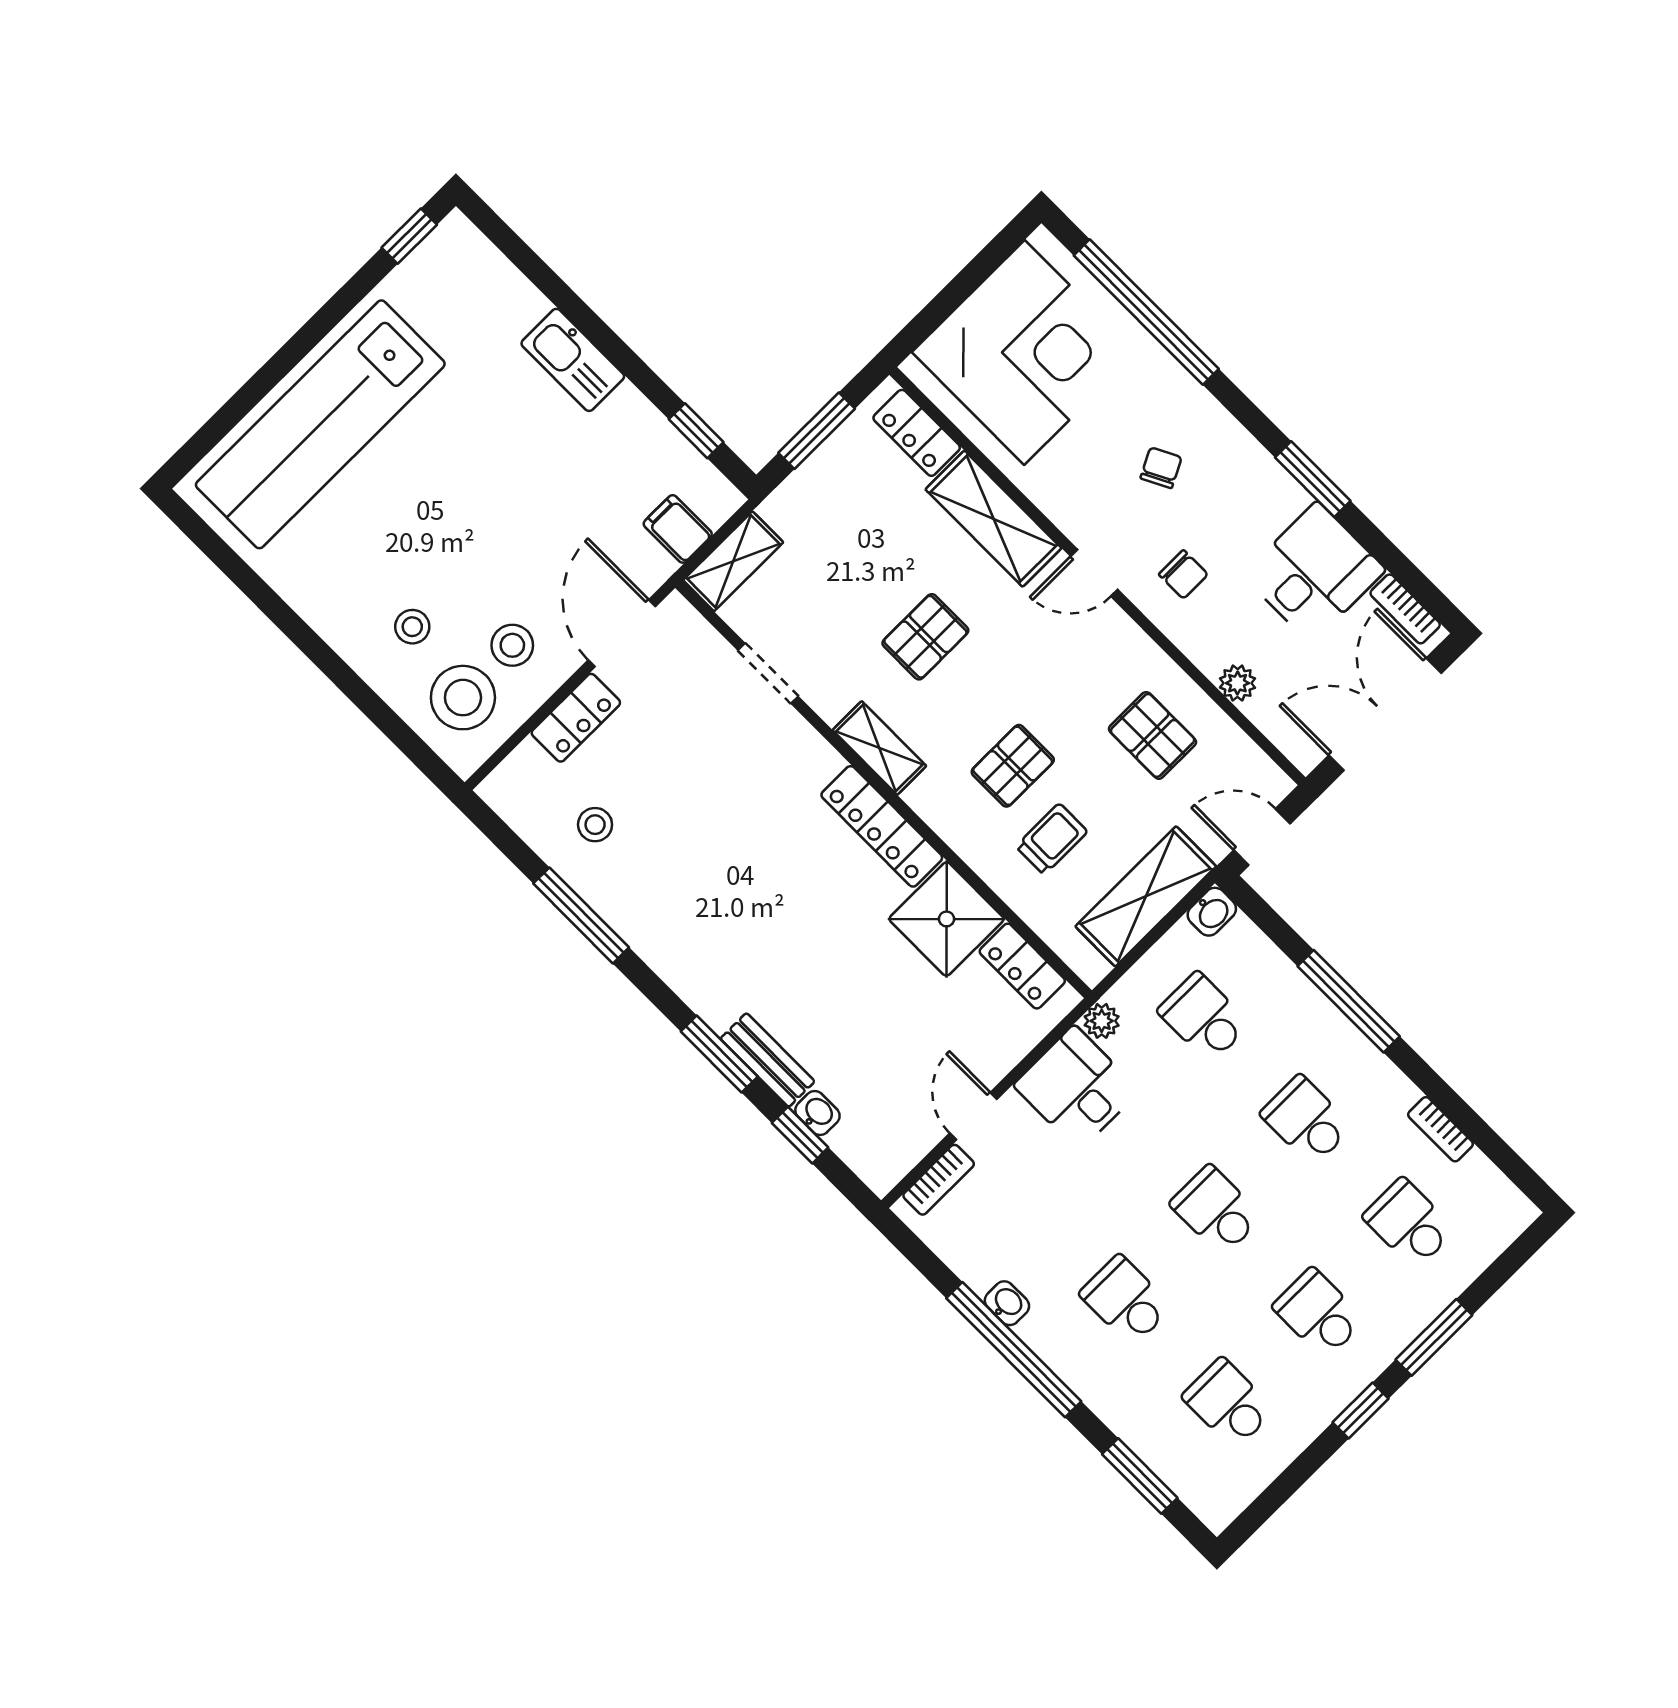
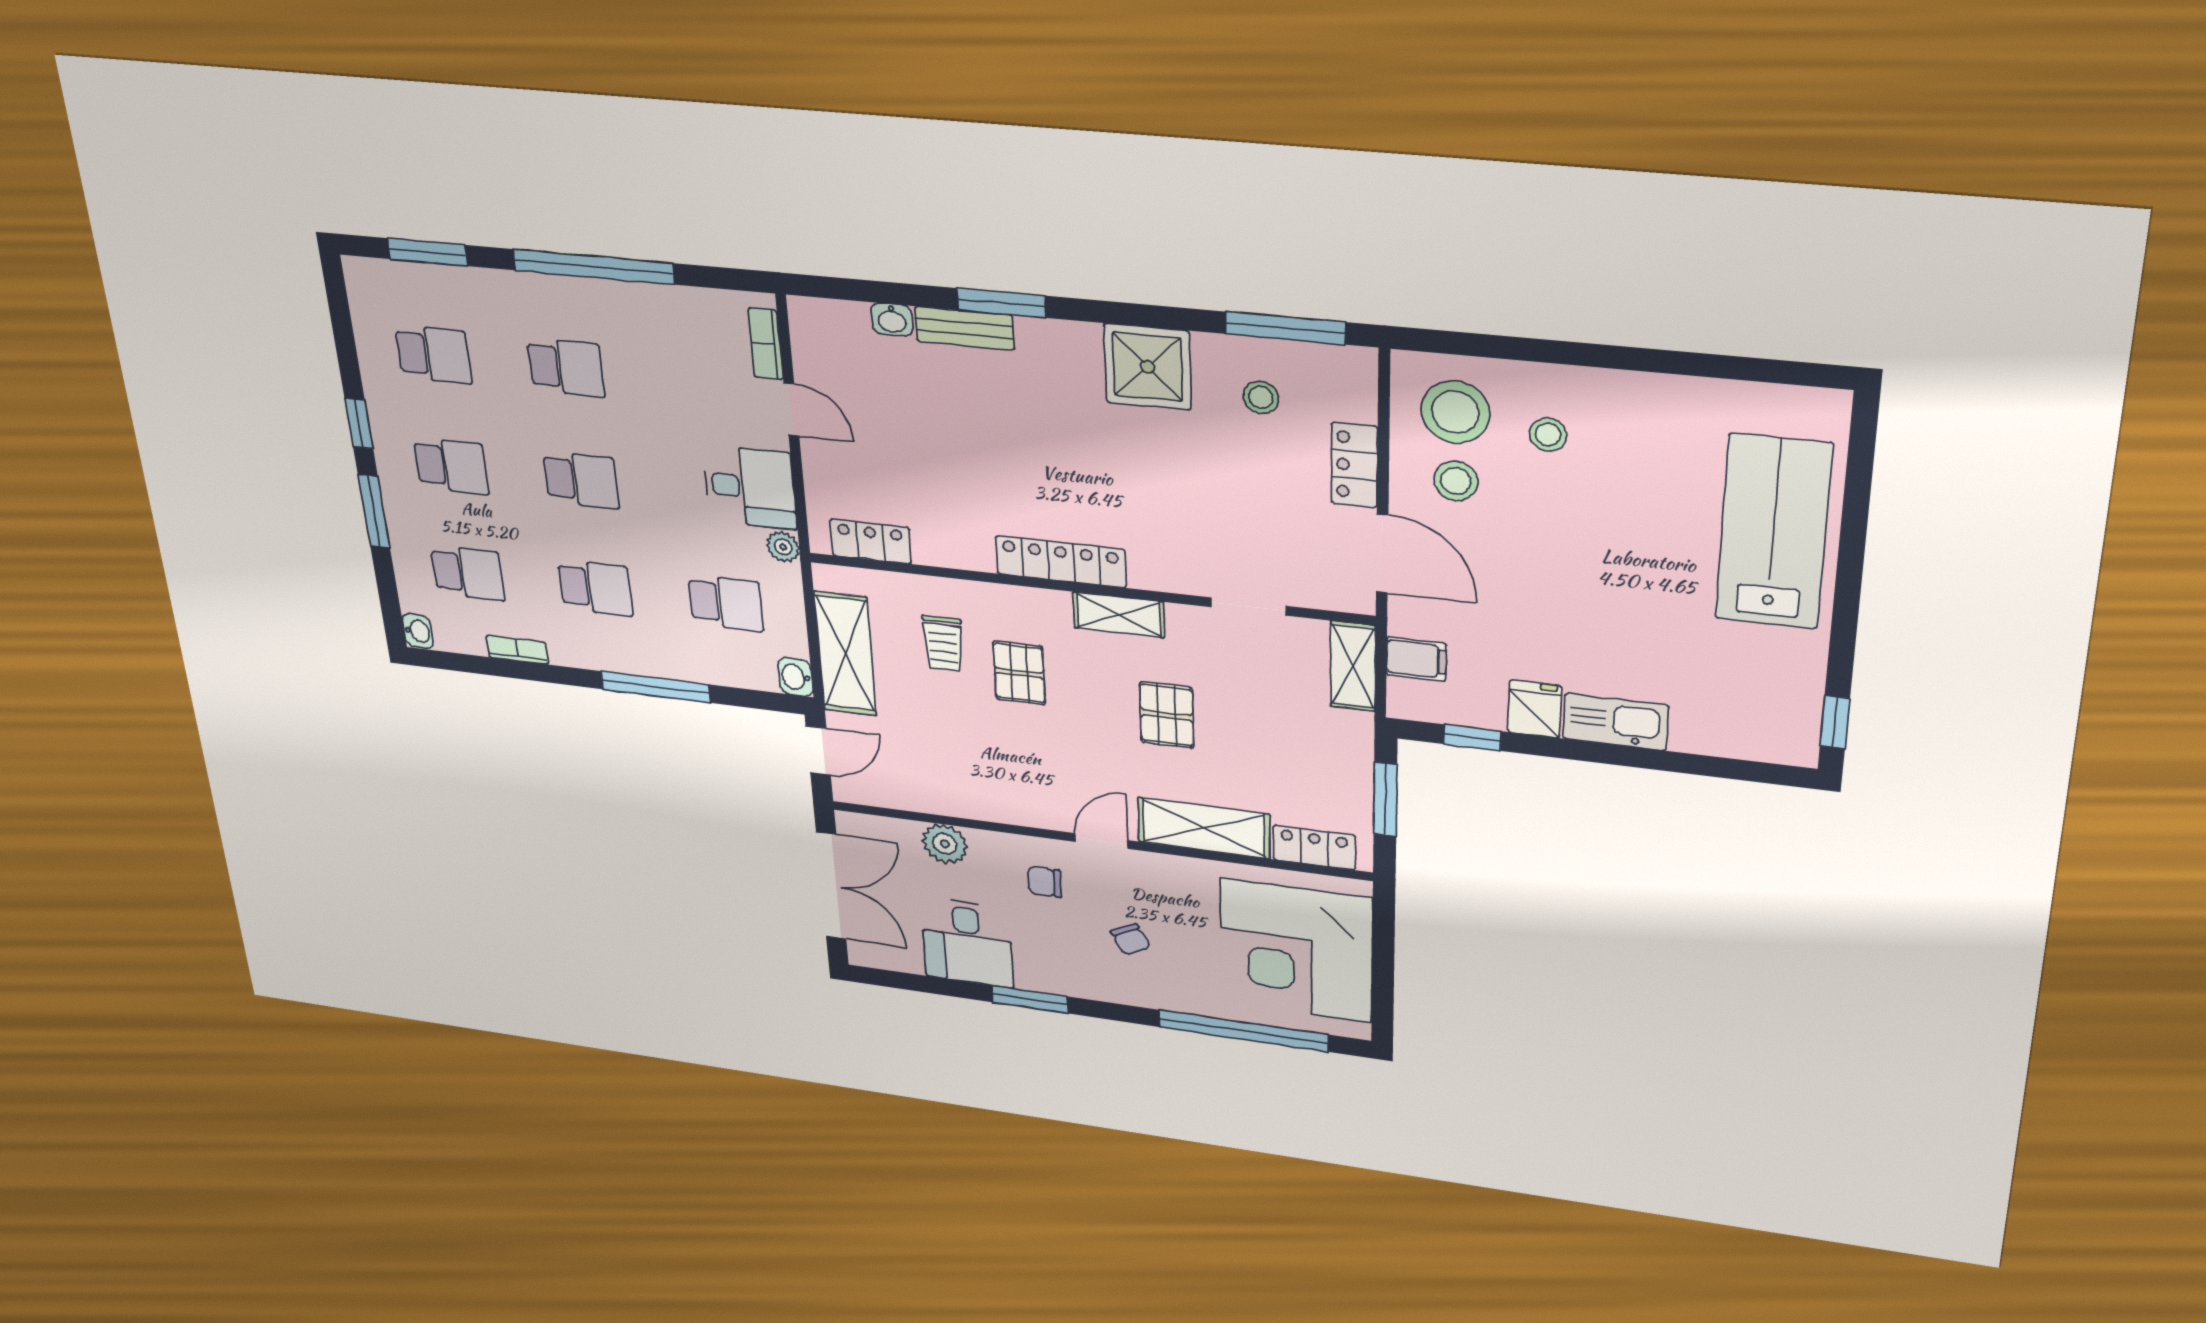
fridge: (625, 418) -> (1534, 709), added
lab bench: (320, 424) -> (1773, 532), width x0.73
bookcase: (1405, 609) -> (890, 960), removed
plant: (1237, 683) -> (945, 844), width x1.38, depth x1.38
pallet: (1153, 735) -> (953, 763), removed
window: (581, 915) -> (1285, 328), moved
shower: (947, 919) -> (1148, 367), moved
window: (800, 1135) -> (887, 293), removed
washbasin: (1007, 1303) -> (418, 631), moved, turned -90

